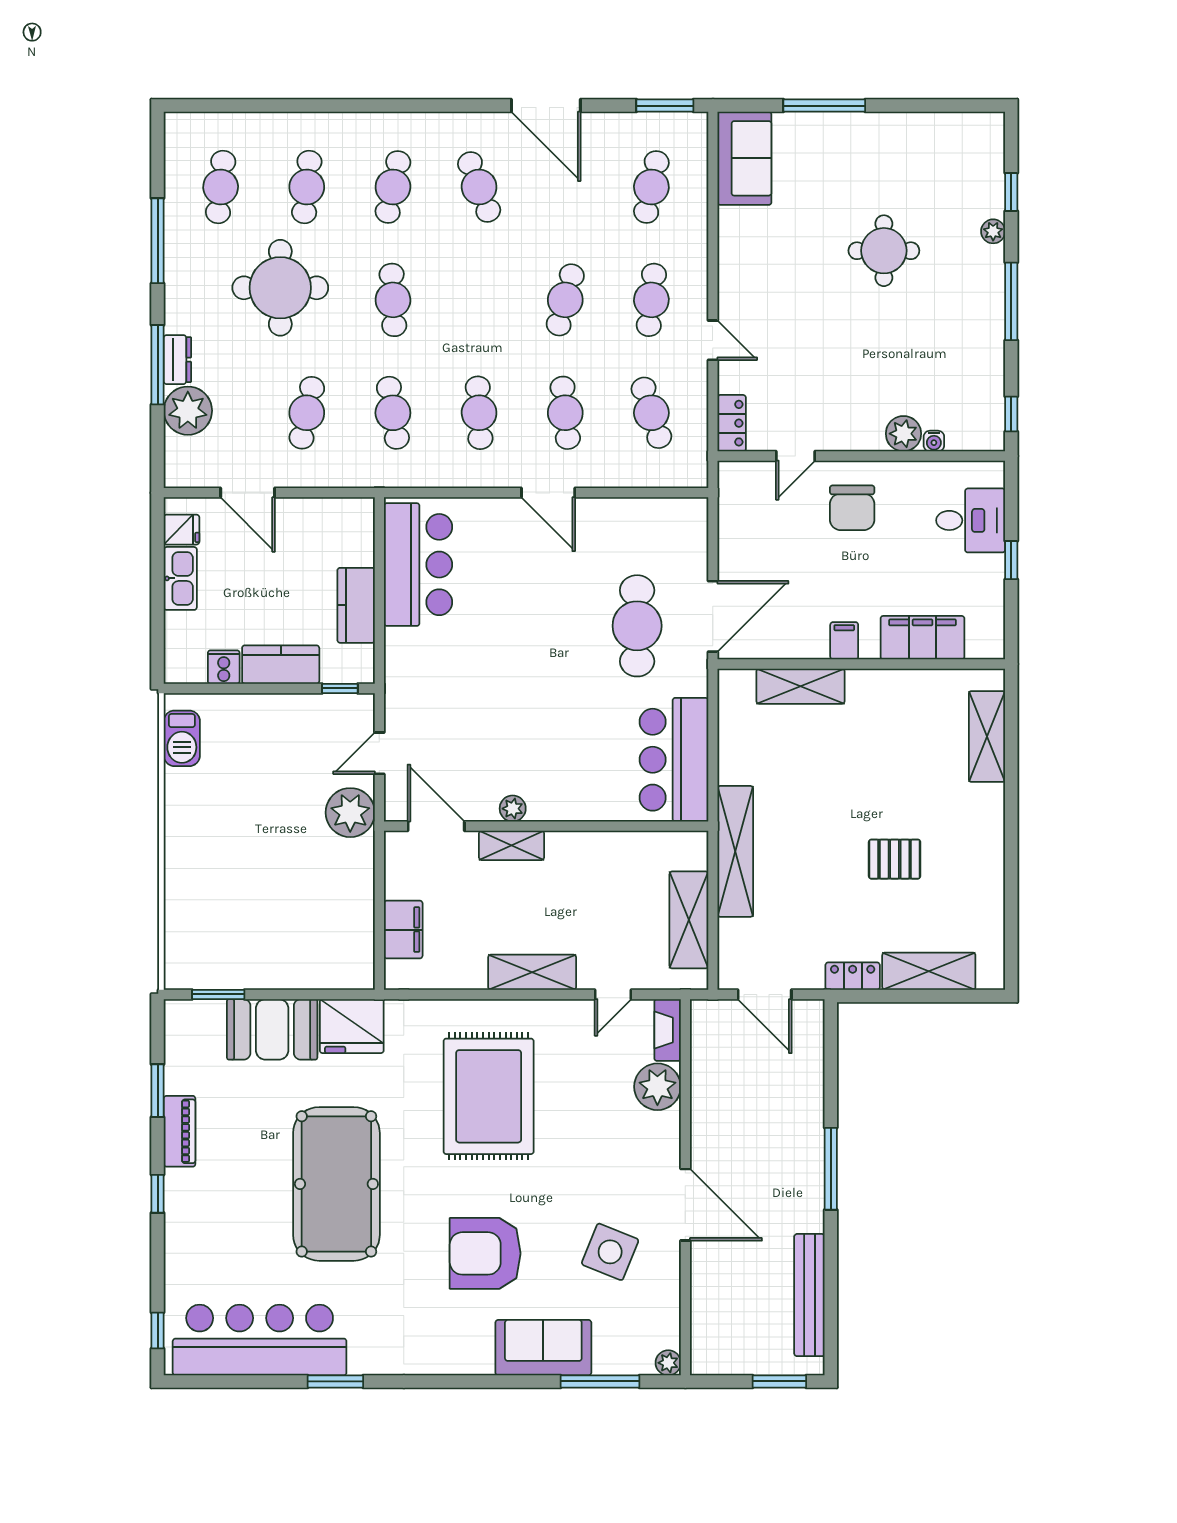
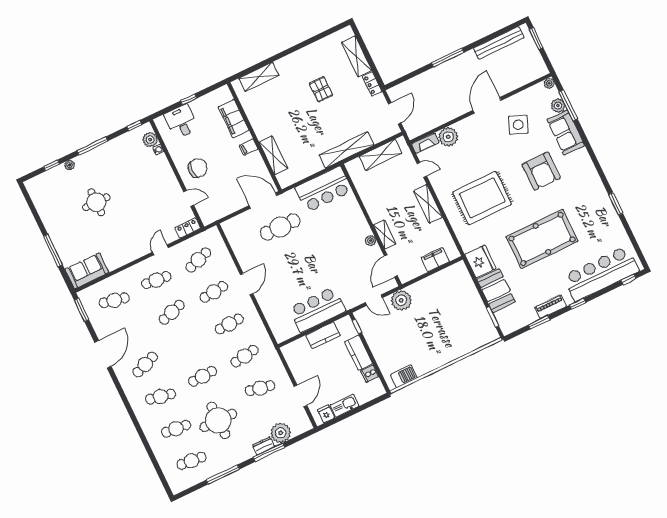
cafe table: (565, 300) -> (172, 312), turned -33
plant: (903, 434) -> (150, 140), moved
bar counter: (418, 565) -> (317, 310), moved
bar counter: (260, 1340) -> (601, 274), moved, turned 90
plant: (610, 1359) -> (558, 106), added

